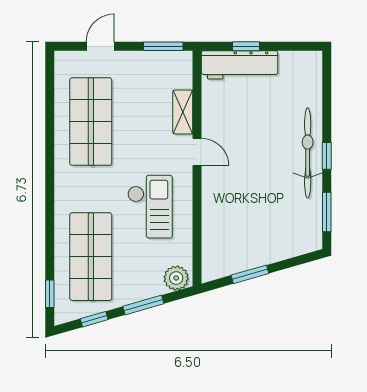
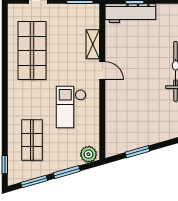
checkout: (150, 207) -> (71, 107), turned 180
shop shelf: (91, 257) -> (32, 140), width x0.70, depth x0.74
window: (94, 319) -> (34, 181), width x1.50

